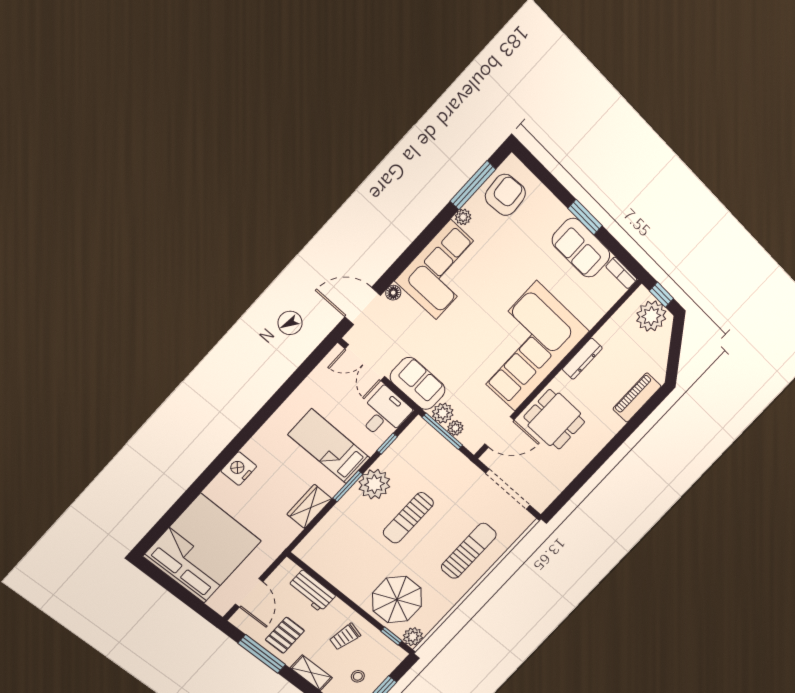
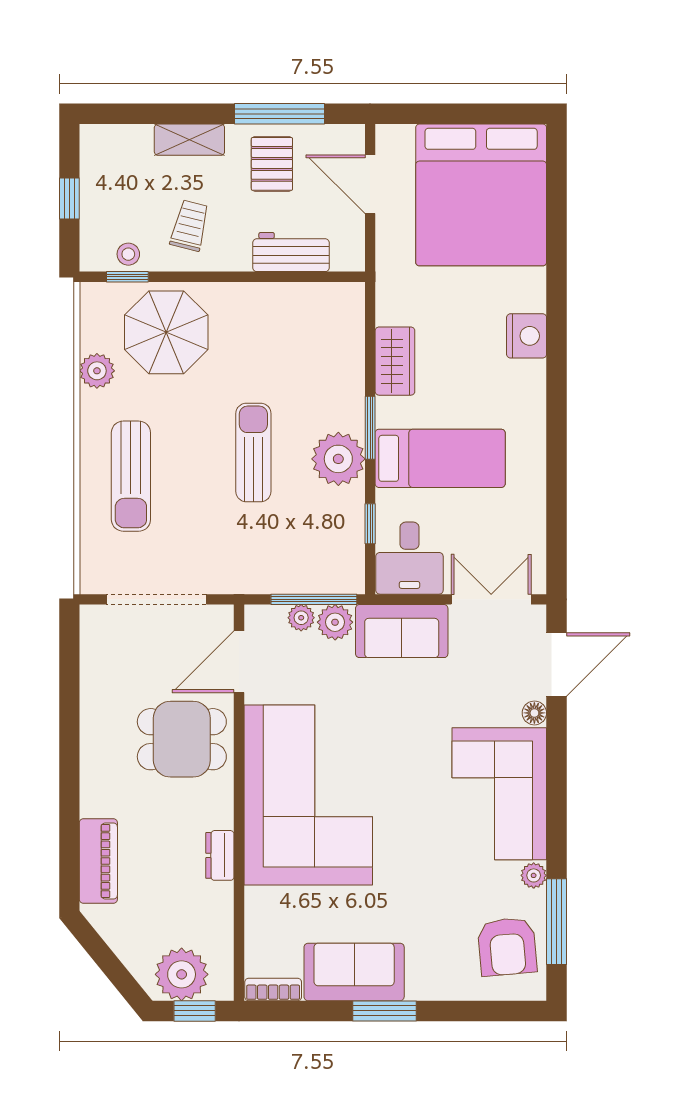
dresser: (582, 359) -> (220, 855), width x0.70
plant: (413, 637) -> (97, 371), moved
stool: (358, 676) -> (128, 254), moved

